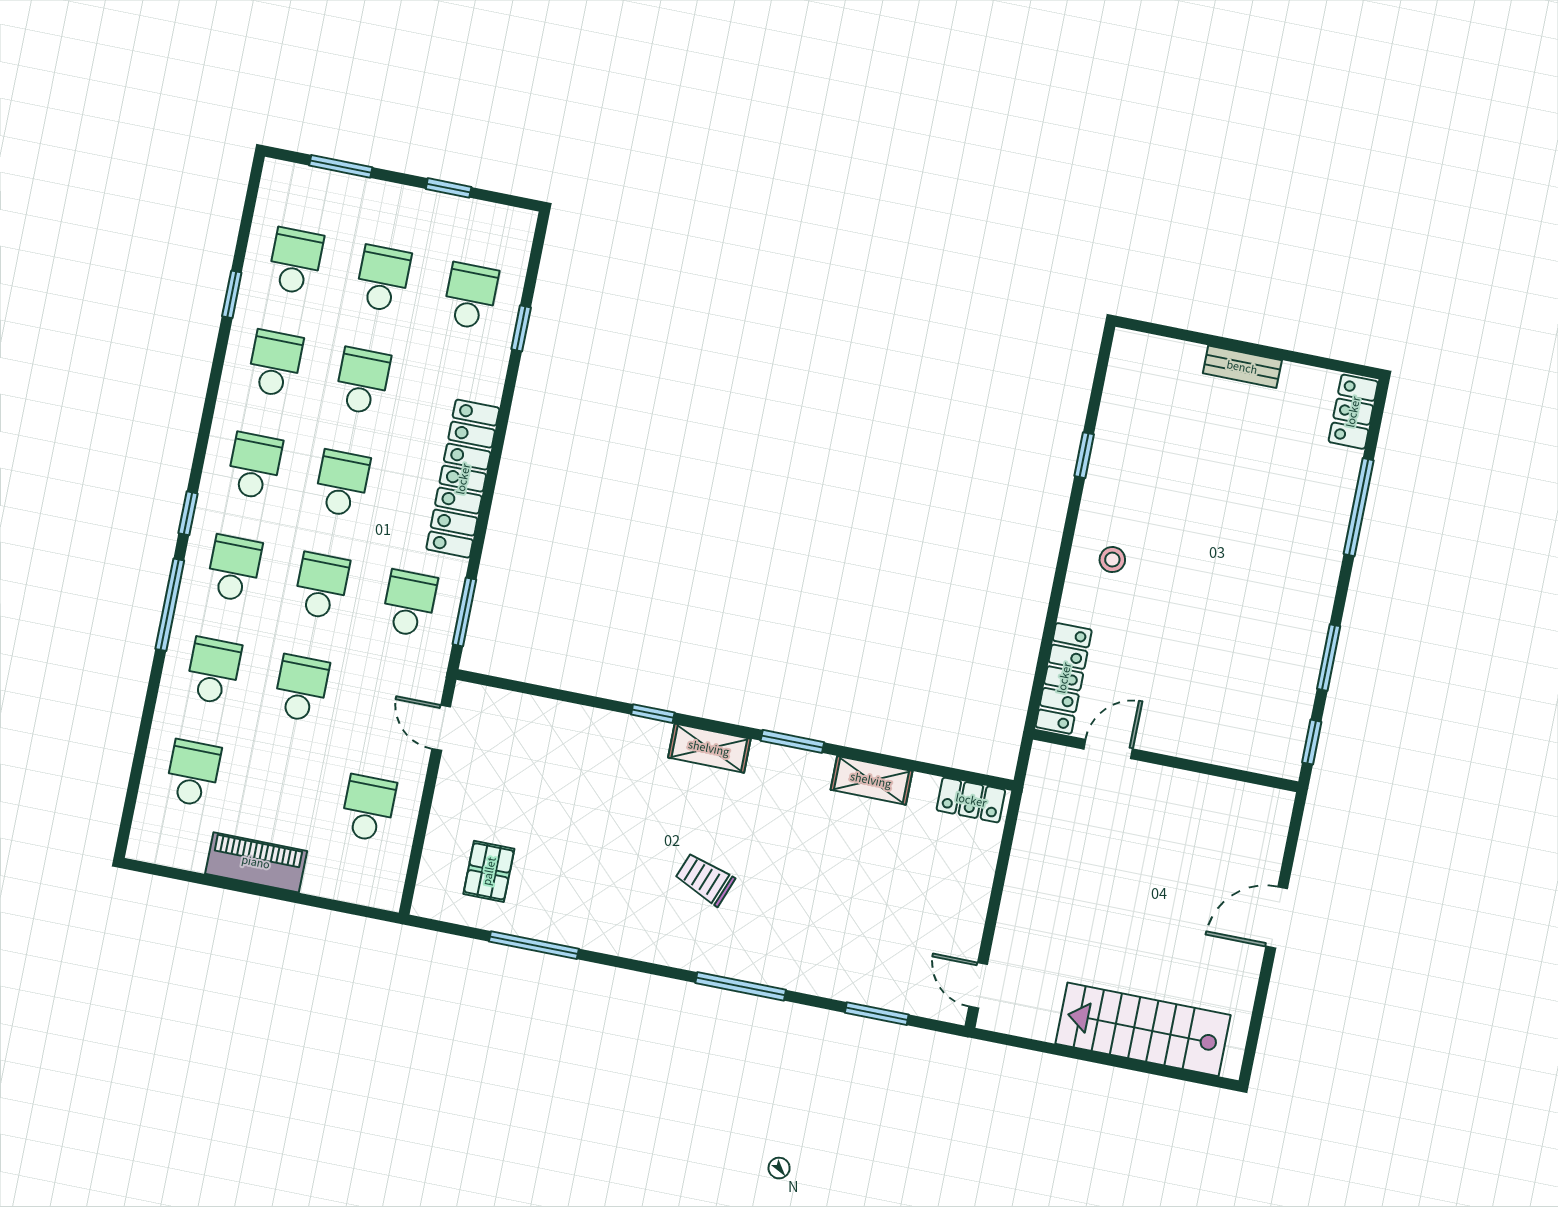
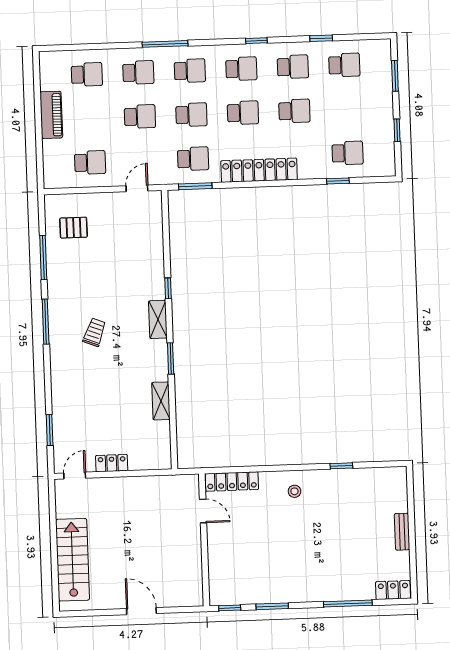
school desk: (383, 279) -> (346, 109), removed
window: (188, 513) -> (256, 41), moved
locker: (971, 800) -> (112, 463), moved, turned 90
window: (741, 986) -> (46, 322), moved

